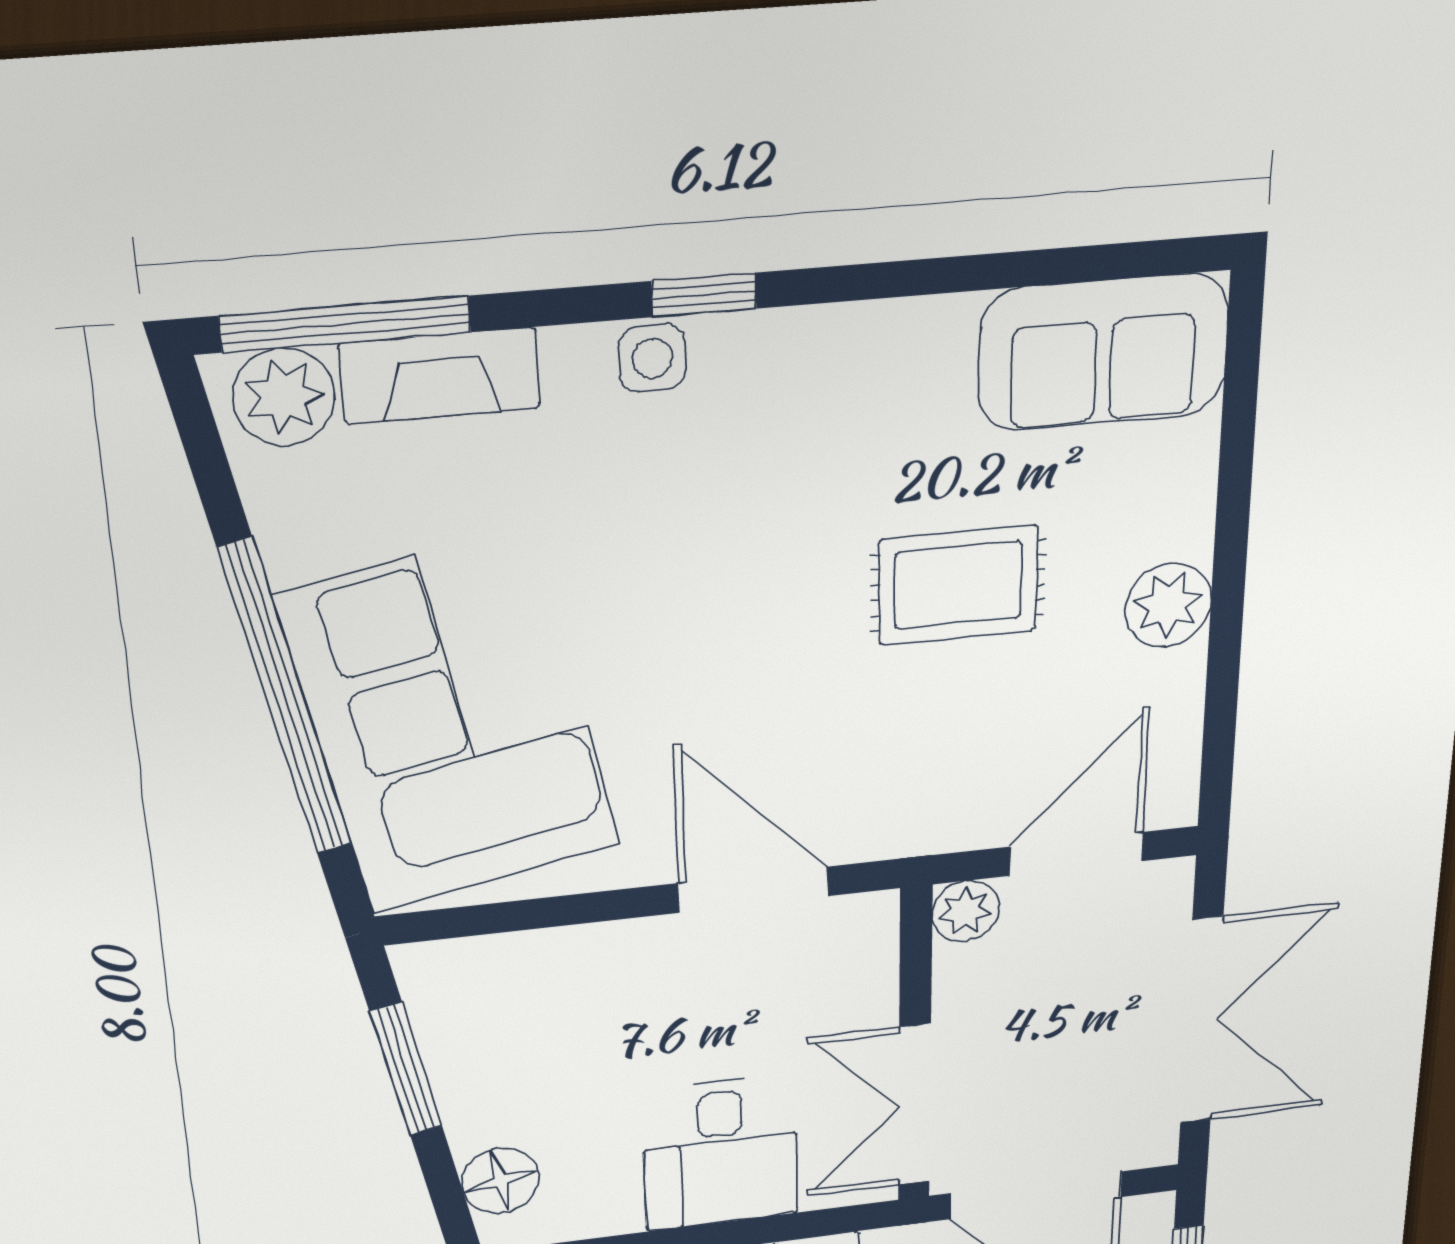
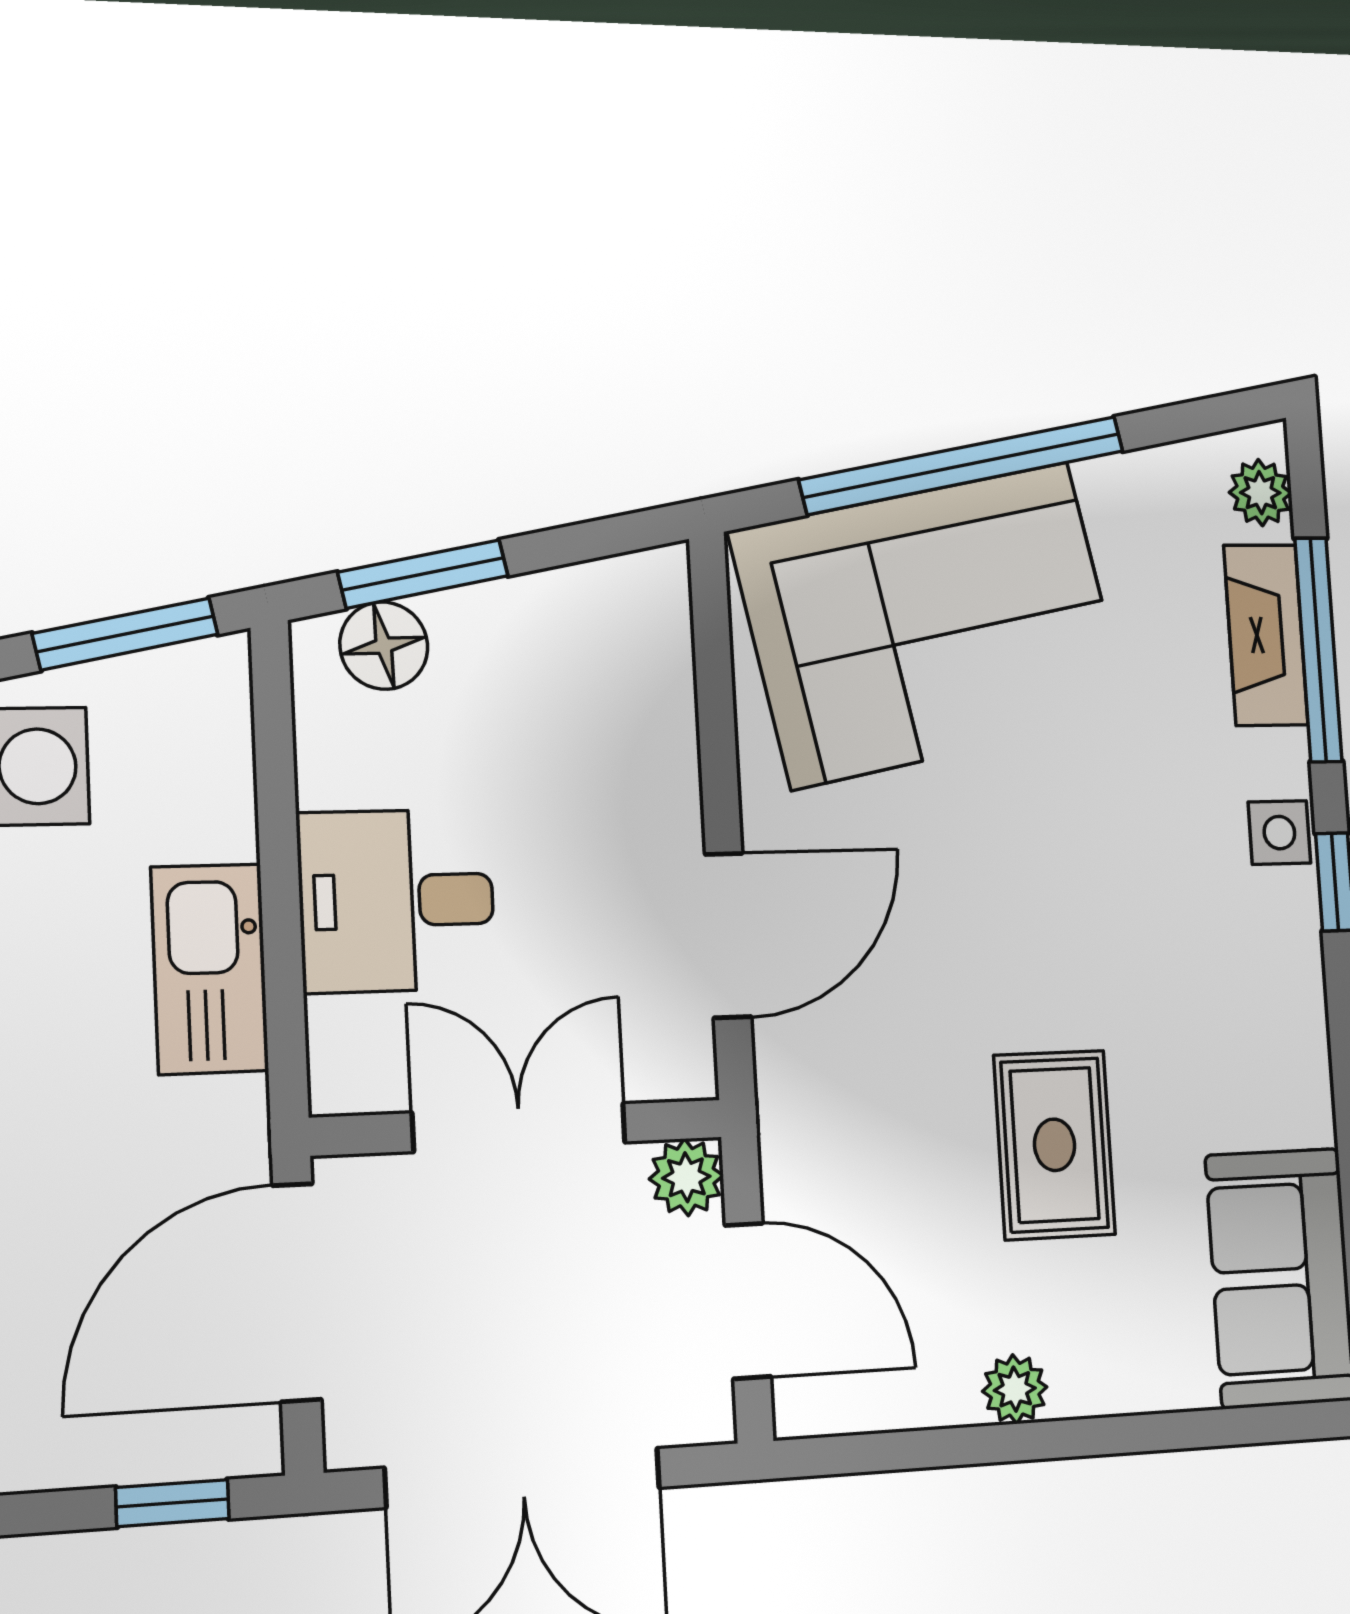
window: (345, 324) -> (1318, 650), moved
plant: (284, 397) -> (1260, 493), width x0.73, depth x0.73
plant: (1168, 605) -> (1015, 1389), width x0.73, depth x0.73
window: (406, 1069) -> (423, 574), moved
double door: (914, 1105) -> (519, 1127), moved

